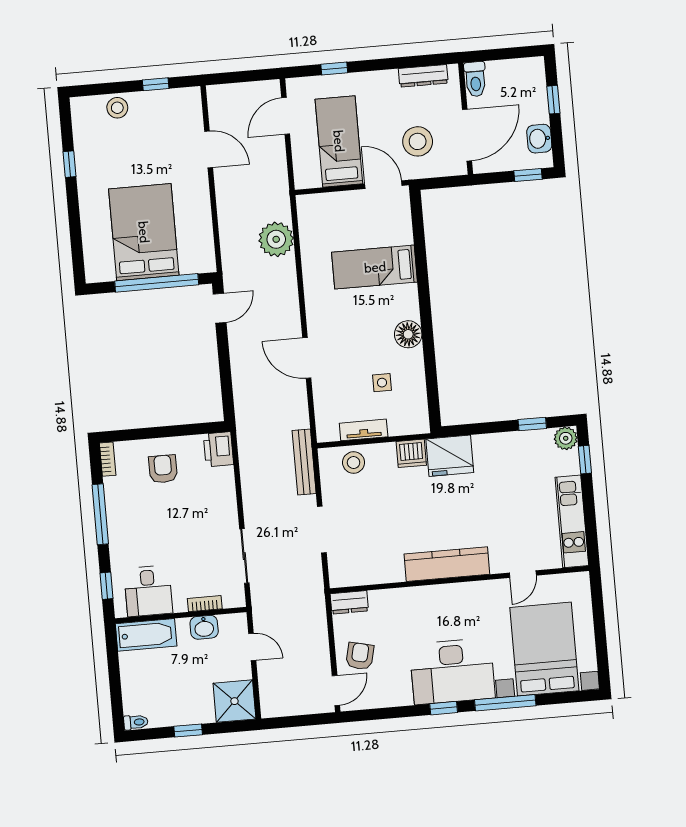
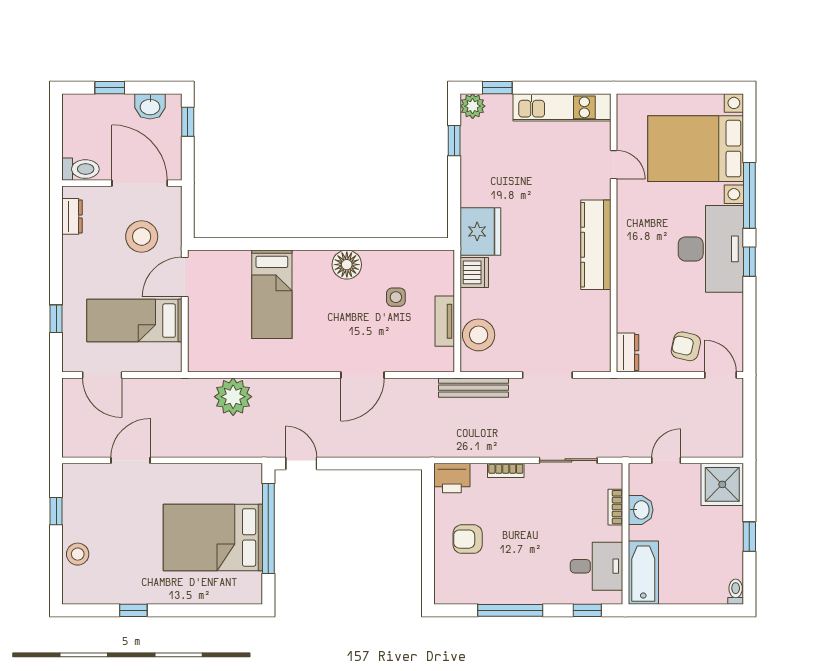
dresser: (423, 76) -> (72, 216), width x0.70
bookcase: (108, 459) -> (506, 470), moved, turned 180
stool: (354, 462) -> (479, 335), width x1.38, depth x1.38

